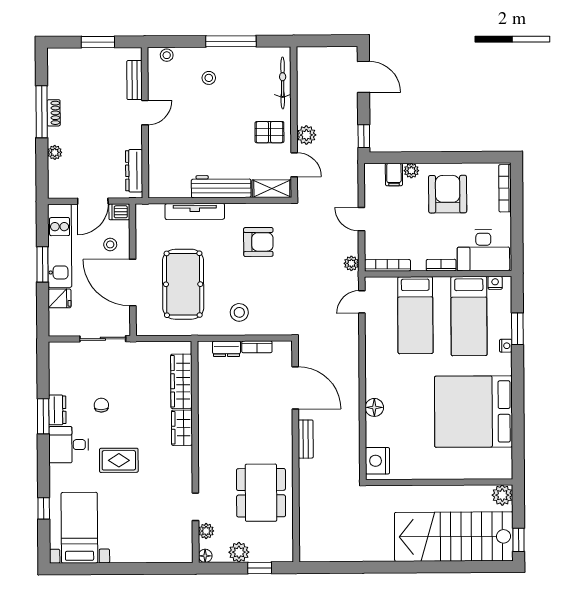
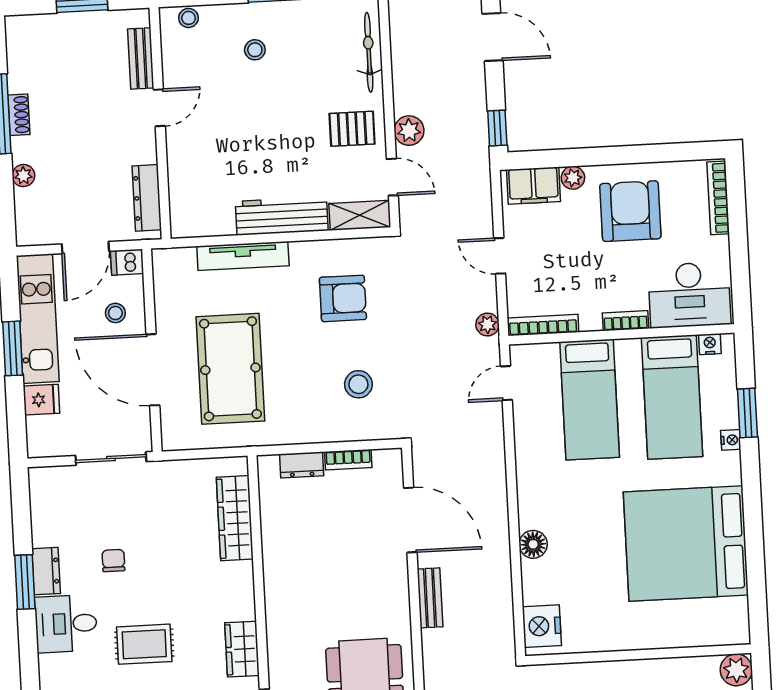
filing cabinet: (394, 175) -> (533, 186), width x2.00
stool: (239, 312) -> (358, 384), moved
wardrobe: (182, 428) -> (242, 649), moved

